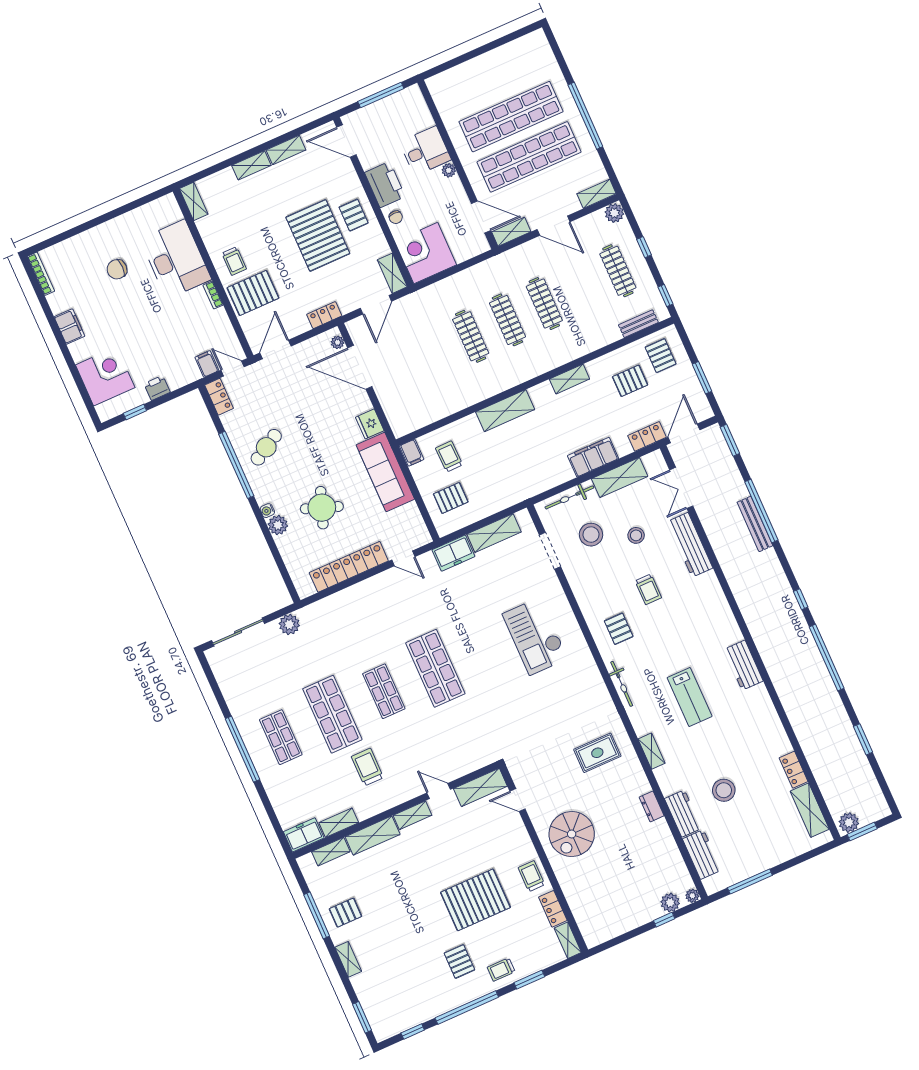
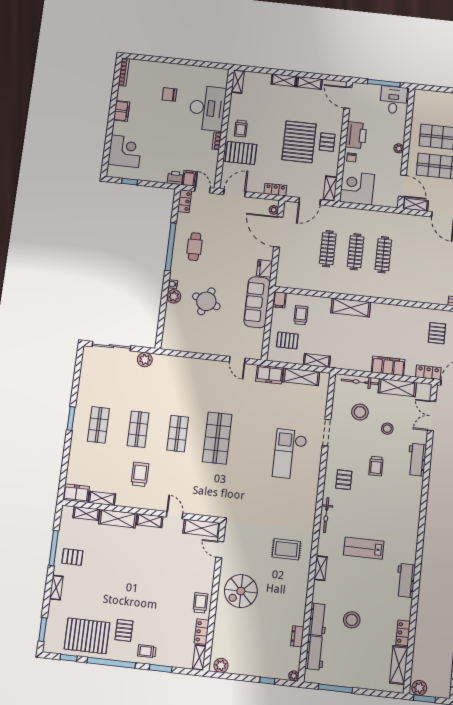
desk: (425, 151) -> (393, 100), moved, turned -90
clothes rail: (544, 304) -> (328, 249), moved
shelving: (569, 379) -> (317, 361), moved
pallet: (630, 381) -> (437, 333), turned 90
printer: (157, 388) -> (175, 178), moved
cafe table: (266, 447) -> (195, 247), turned -60
workbench: (690, 545) -> (417, 460), width x0.73
doorway: (550, 551) -> (327, 433), moved
locker: (349, 567) -> (201, 346), removed
workbench: (744, 665) -> (406, 580), moved
lab bench: (690, 697) -> (364, 548), turned 90
shop shelf: (332, 714) -> (138, 429), width x0.70, depth x0.74
window: (243, 749) -> (71, 419), width x0.47
dresser: (652, 806) -> (297, 636), moved
pallet: (475, 900) -> (87, 636), moved
plant: (670, 903) -> (221, 665), moved

